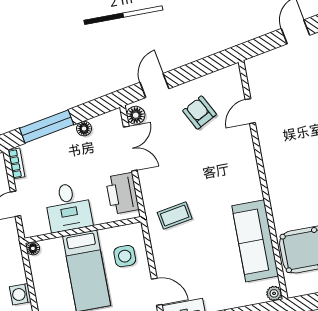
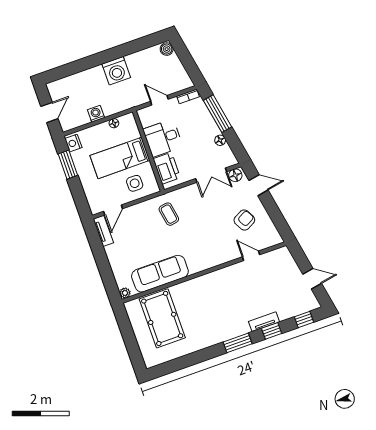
printer: (122, 193) -> (167, 168), moved, turned 90
floor lamp: (33, 248) -> (114, 123), moved

